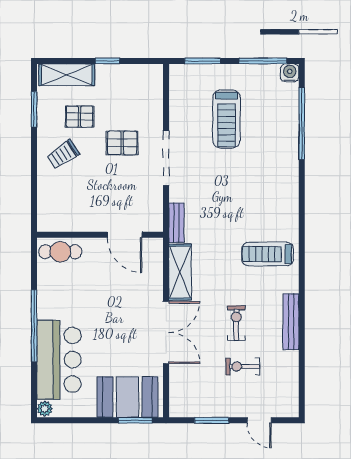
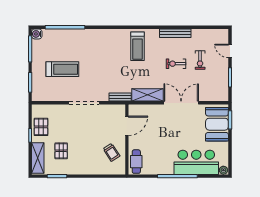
pallet: (122, 143) -> (41, 127), moved
trolley: (63, 154) -> (111, 152), moved
door: (259, 420) -> (230, 51), swing flipped

